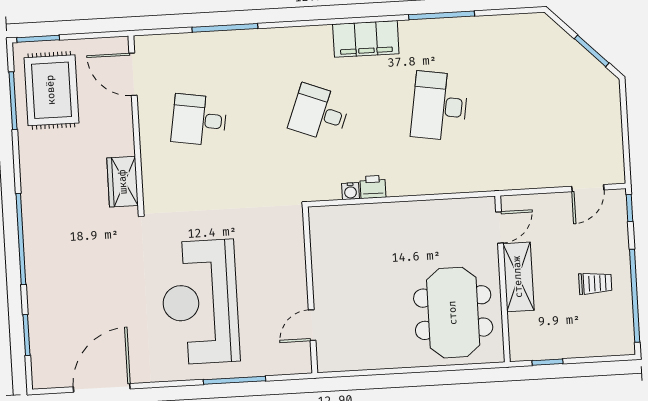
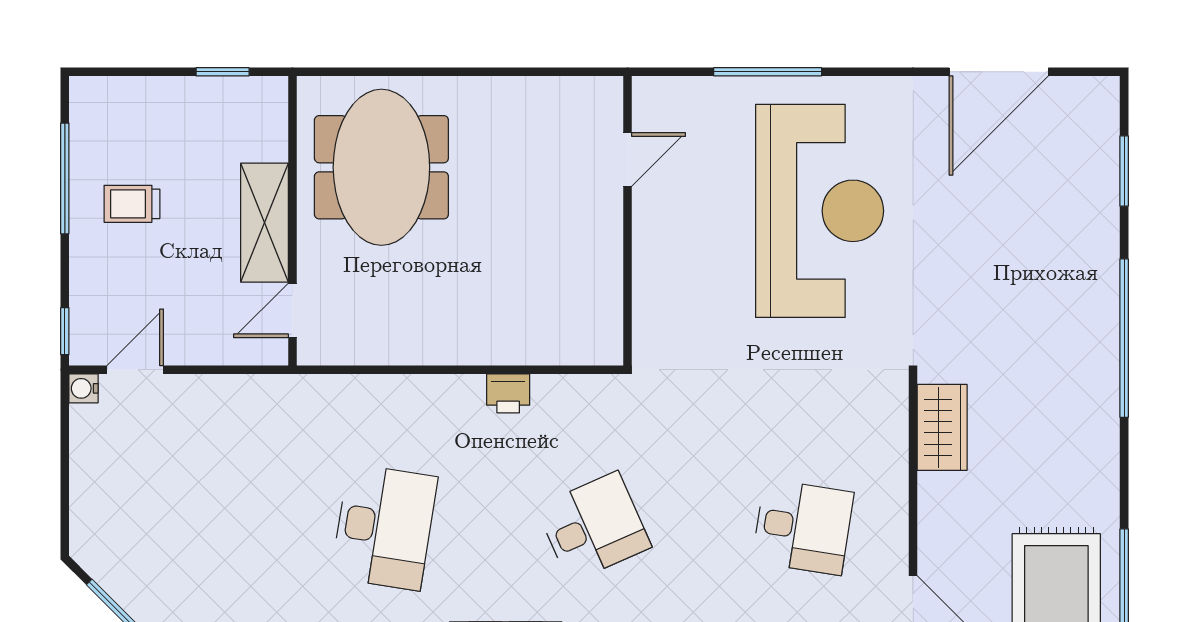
desk: (319, 113) -> (594, 527), turned -45
water cooler: (350, 191) -> (83, 388), moved, turned -90
window: (635, 296) -> (65, 178), width x0.68

